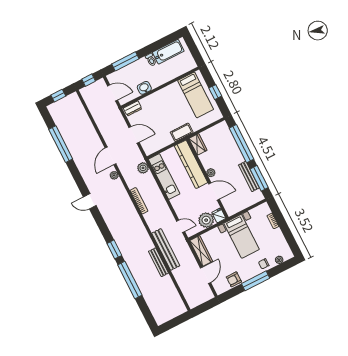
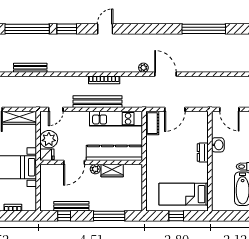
door: (113, 93) -> (229, 109), hinge flipped
dresser: (133, 108) -> (203, 152), moved
cot: (182, 132) -> (152, 123), moved
wardrobe: (198, 144) -> (112, 171), moved
window: (241, 144) -> (109, 216), width x0.68
plant: (143, 168) -> (136, 101), removed
window: (259, 178) -> (64, 216), width x0.46
door: (90, 201) -> (105, 29), moved
bench: (166, 249) -> (97, 102), moved

